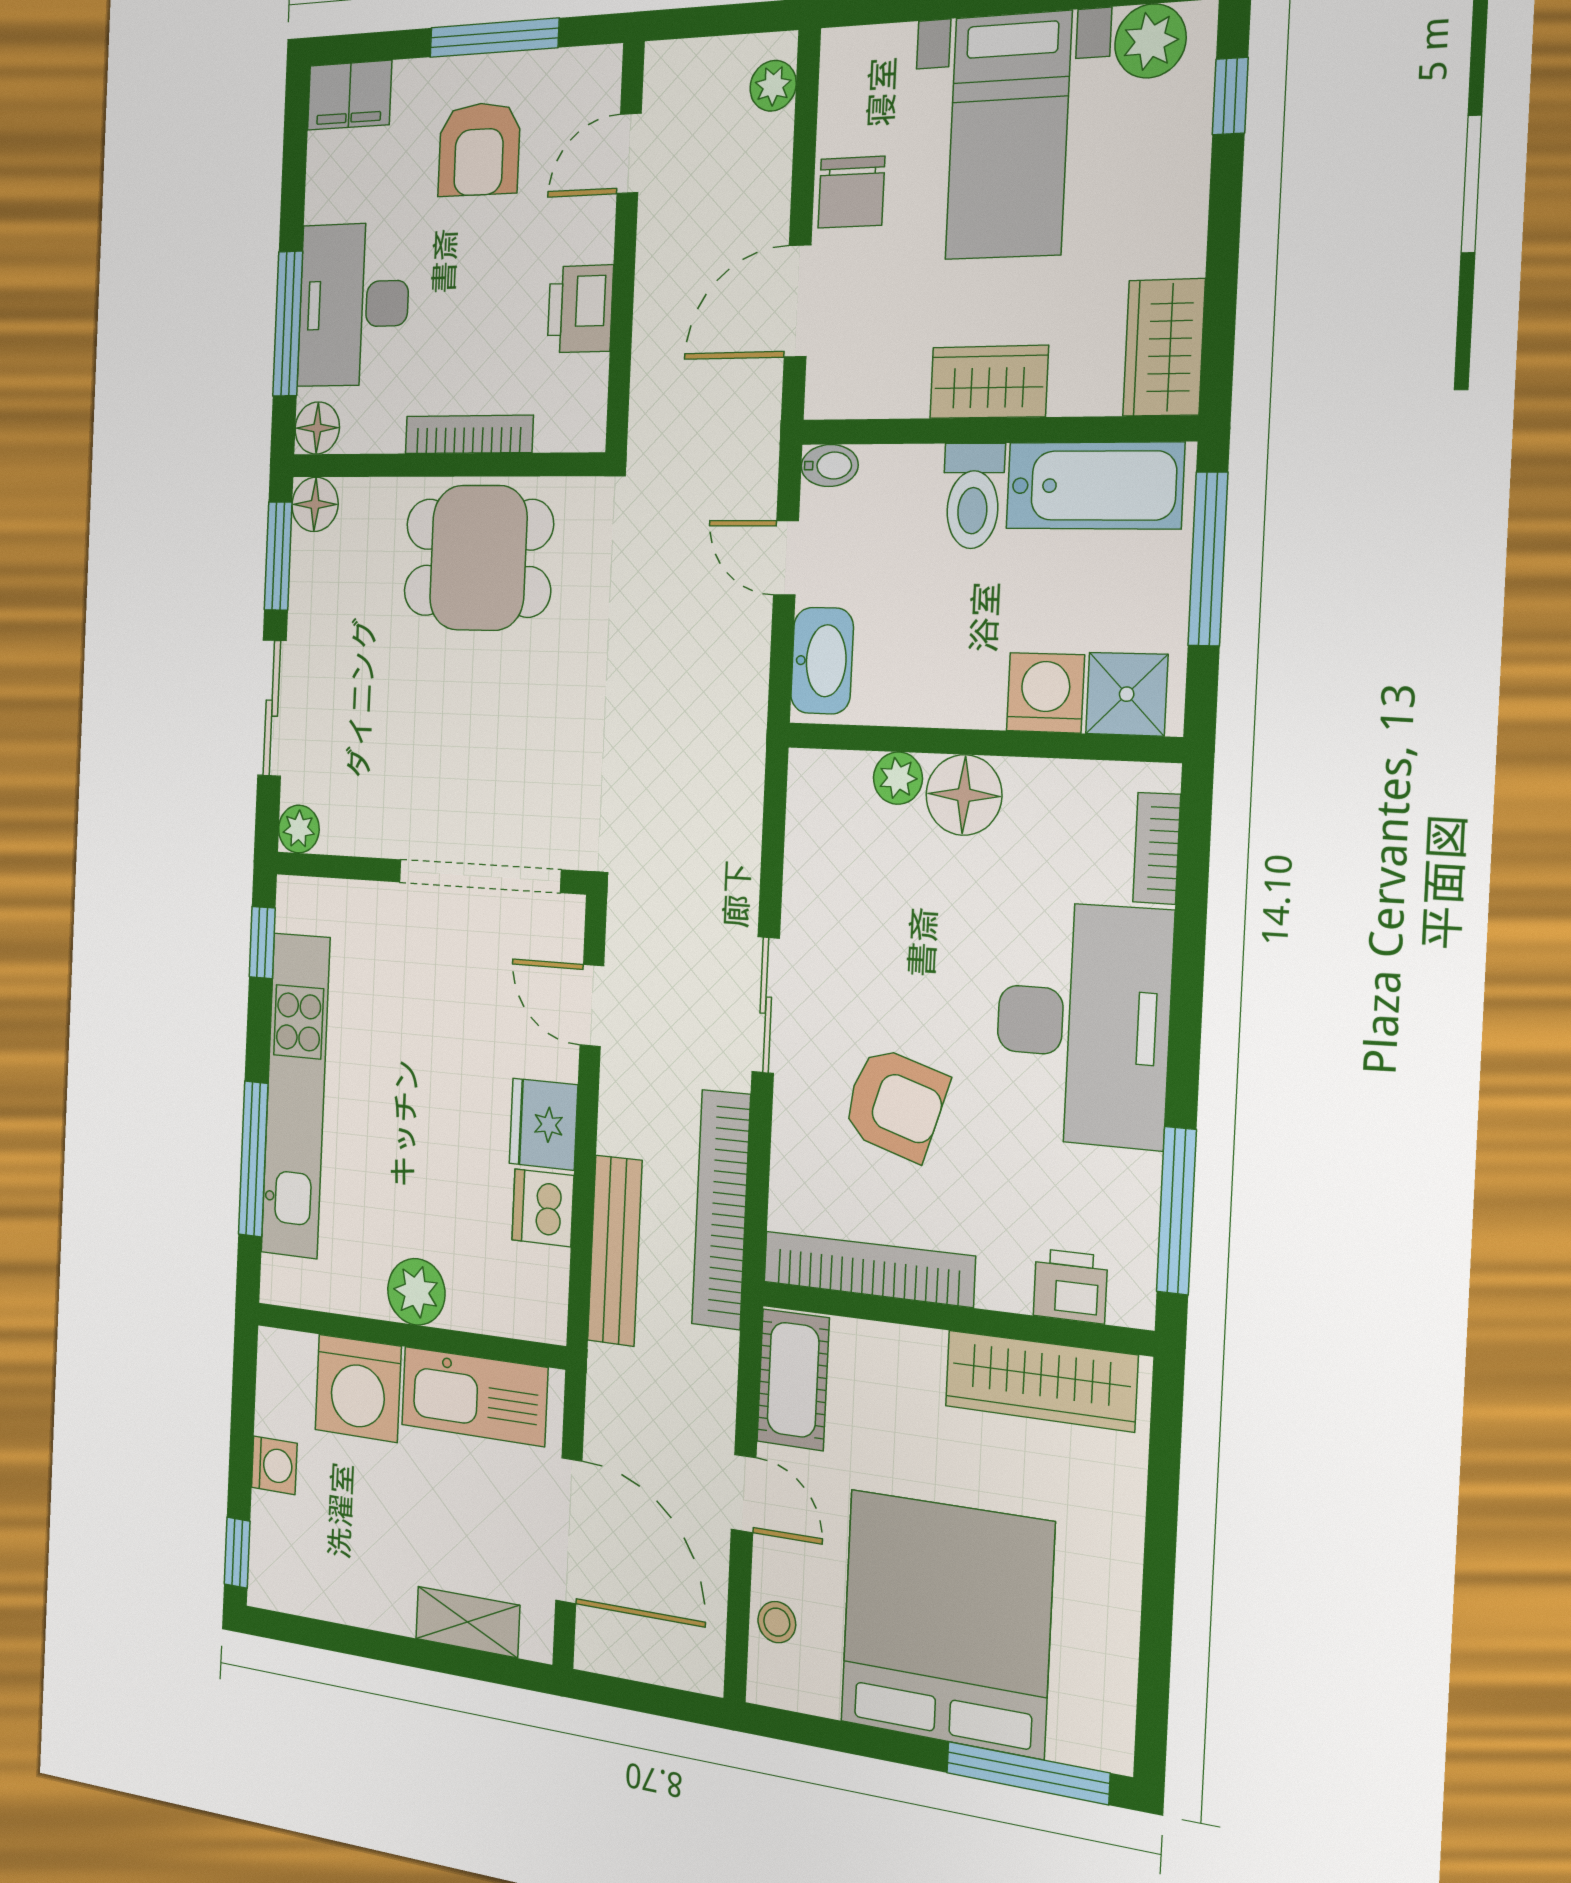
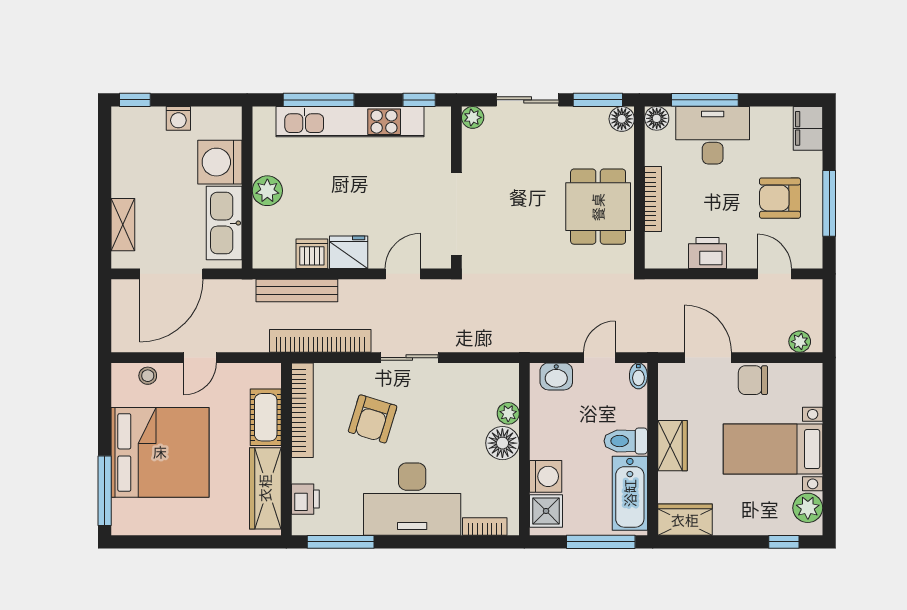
washbasin: (822, 661) -> (556, 376), width x0.72
cot: (793, 1380) -> (266, 417), moved, turned 90

